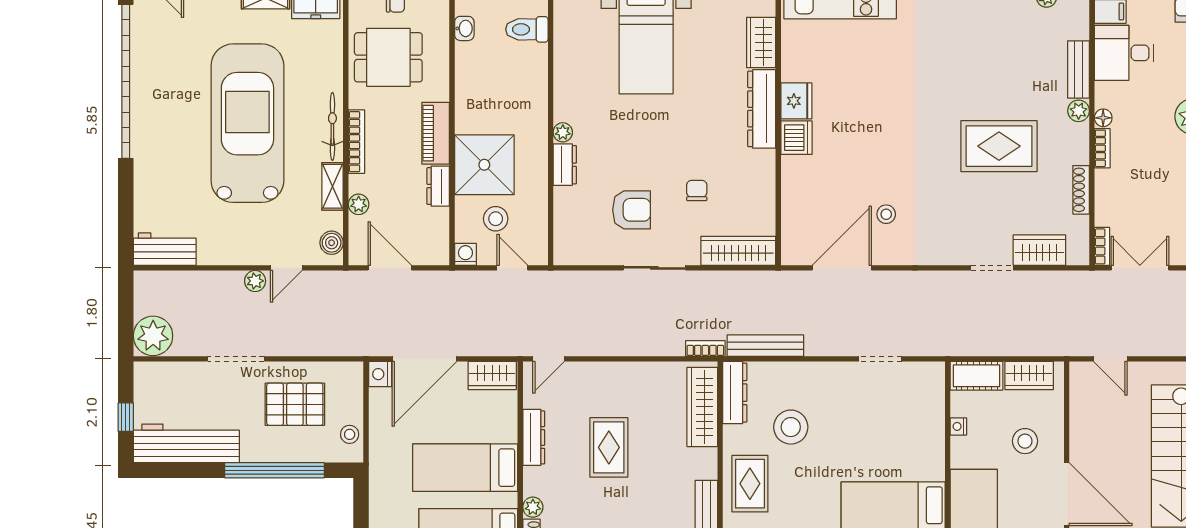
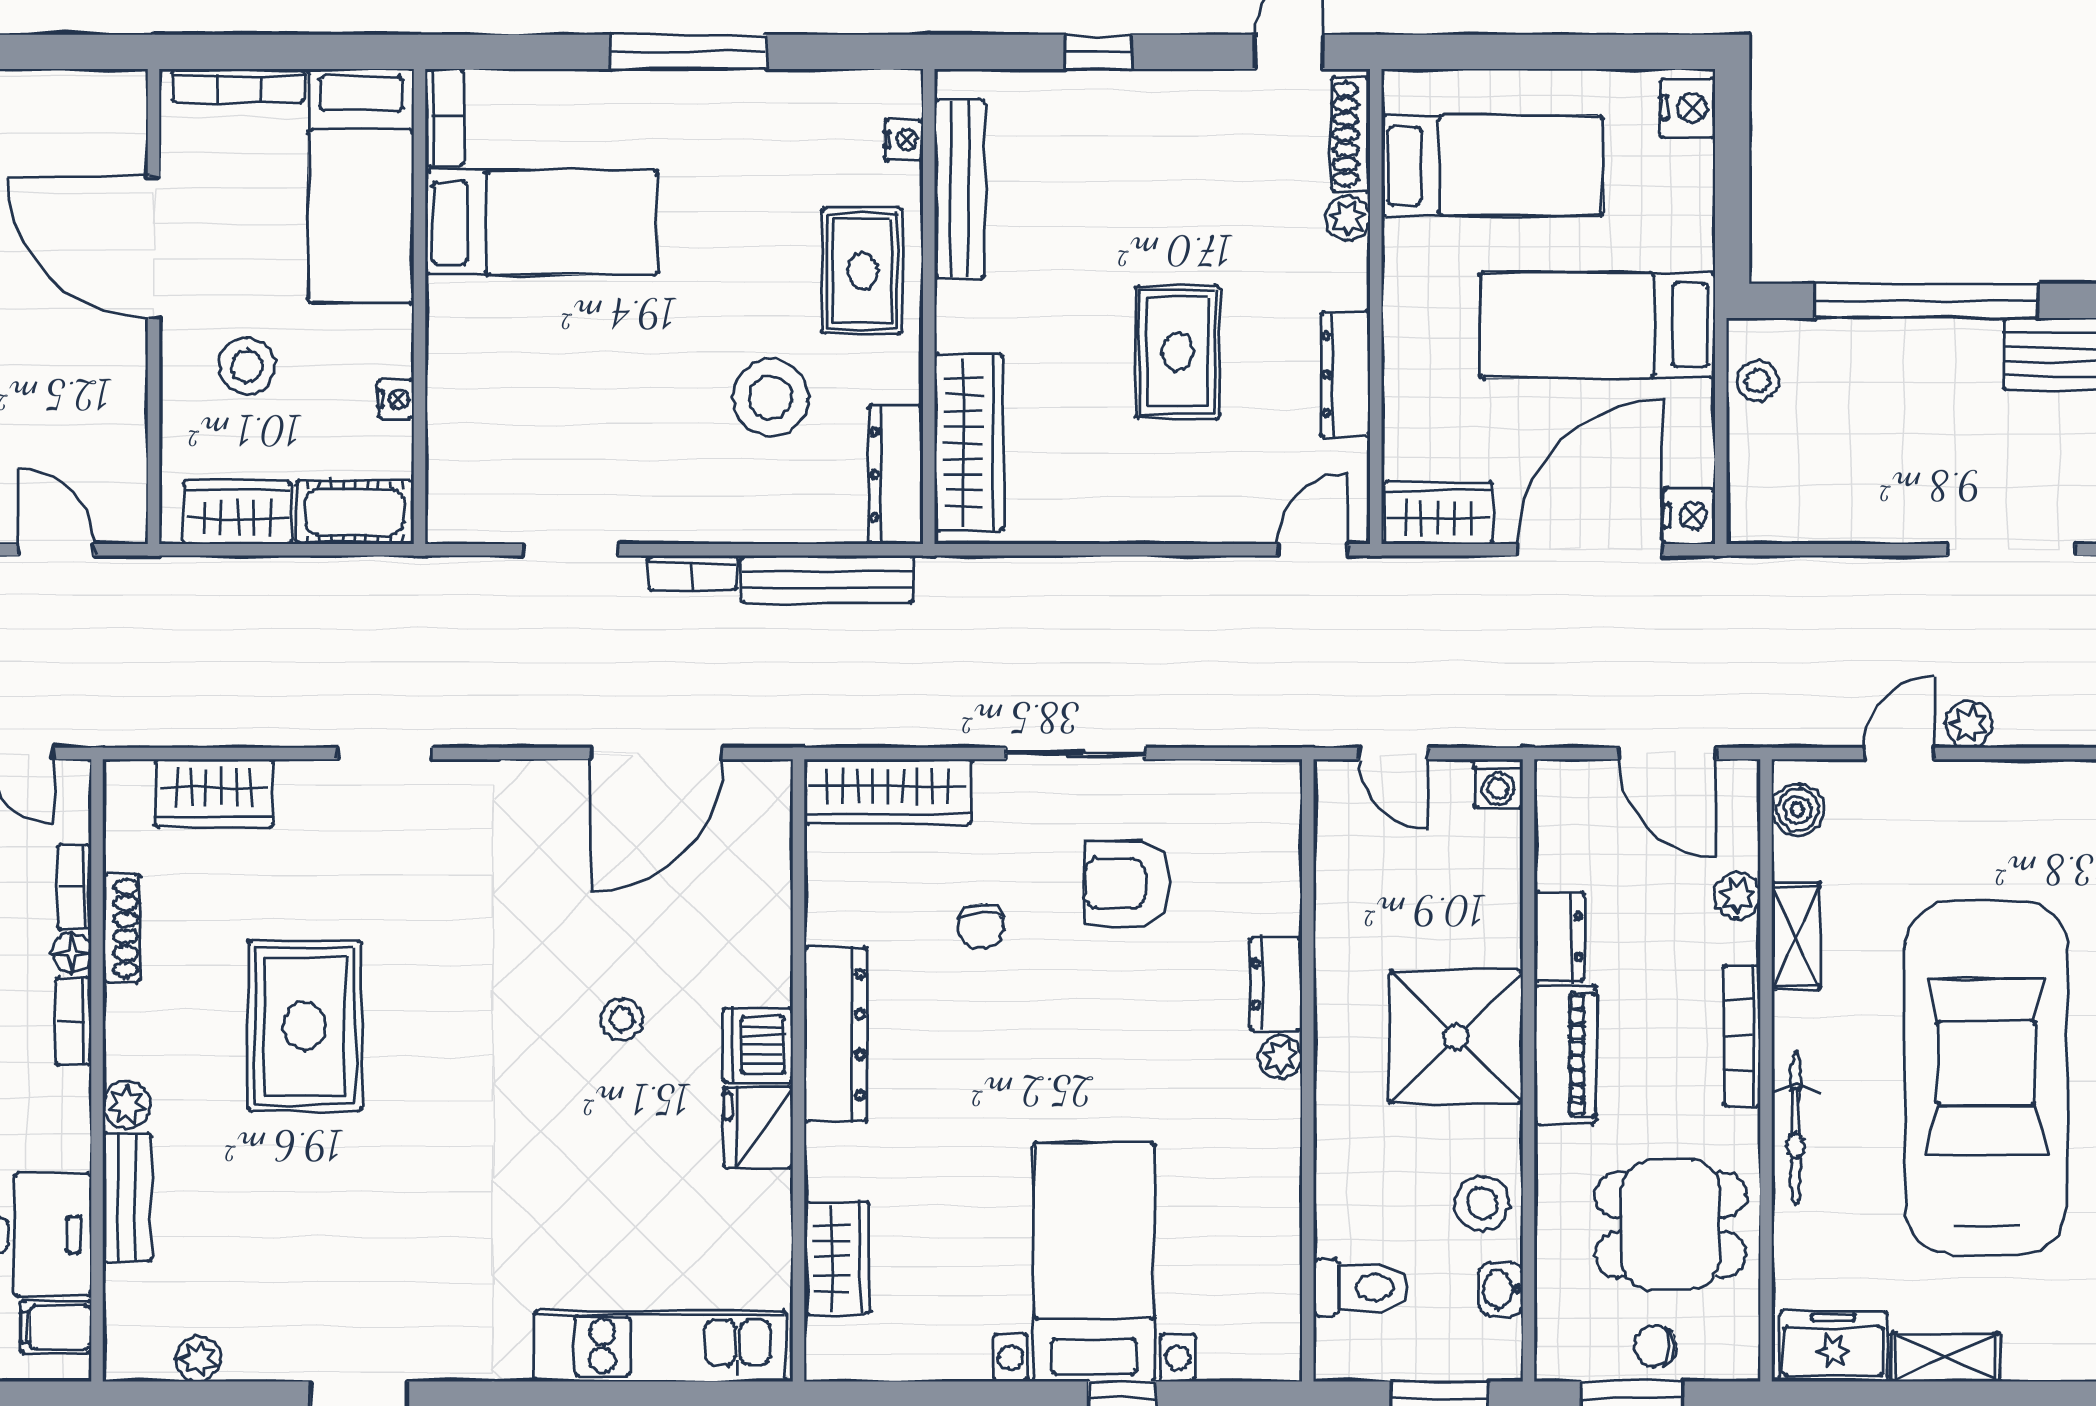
dresser: (762, 109) -> (836, 1034), moved
floor lamp: (1103, 118) -> (72, 953), moved
car: (247, 123) -> (1986, 1077), turned 180
bicycle: (332, 126) -> (1796, 1127), moved
rug: (999, 146) -> (305, 1026), turned 90
shower: (484, 165) -> (1456, 1037), moved
stool: (886, 214) -> (622, 1019), moved
stool: (496, 219) -> (1482, 1203), moved
bookcase: (1102, 246) -> (74, 886), moved
doorway: (992, 268) -> (385, 754), moved
bookcase: (705, 349) -> (693, 573), moved
pallet: (295, 404) -> (1880, 448), removed
bed: (465, 468) -> (1598, 325), moved, turned 180

